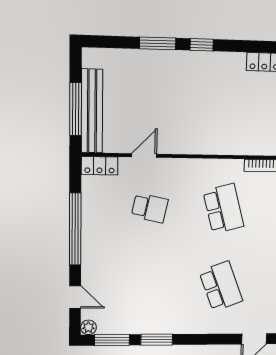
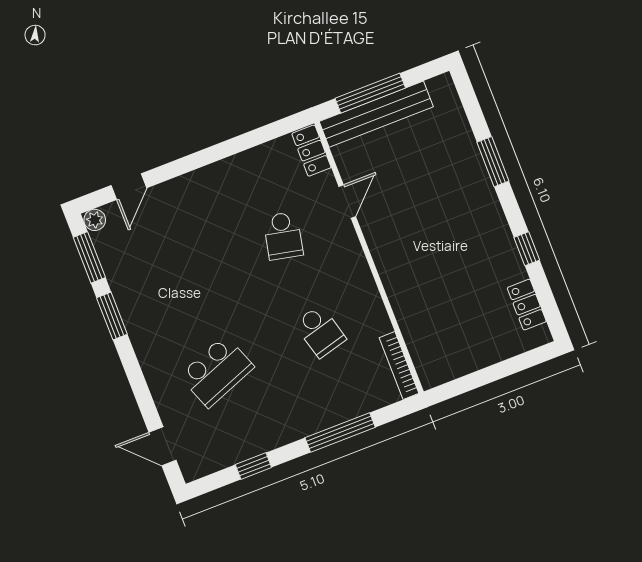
window: (202, 45) -> (527, 249), moved
door: (144, 155) -> (347, 201), hinge flipped
school desk: (223, 209) -> (320, 331), width x0.54
window: (75, 229) -> (218, 152), removed

